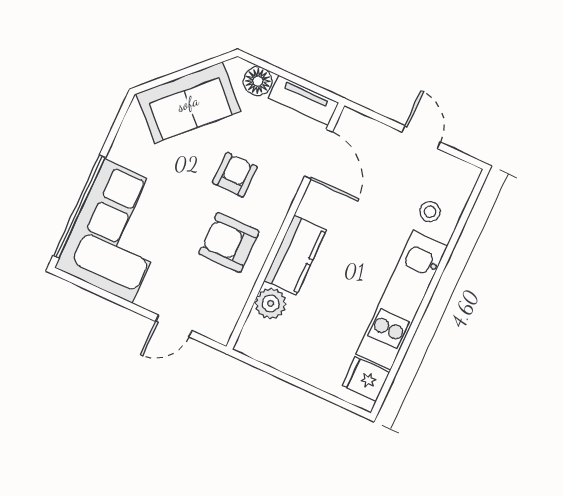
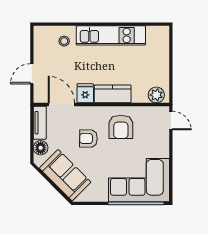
door: (421, 137) -> (32, 74), moved
door: (319, 154) -> (61, 104), hinge flipped
plant: (271, 303) -> (156, 95), moved
door: (174, 326) -> (171, 121), moved
fridge: (366, 379) -> (85, 93), moved, turned 180

